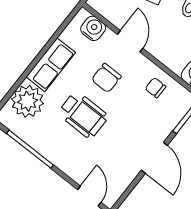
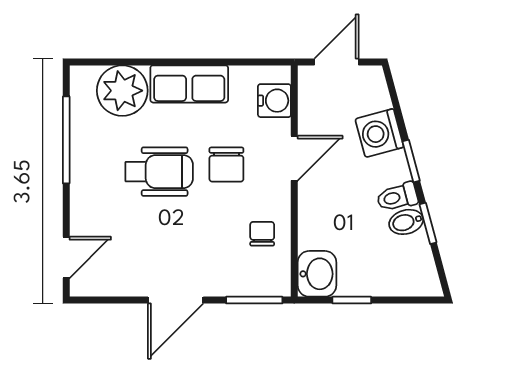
chair: (106, 78) -> (226, 165), turned -90
wheelchair: (83, 115) -> (159, 172), turned -90

